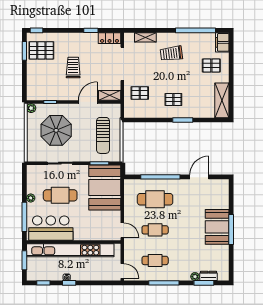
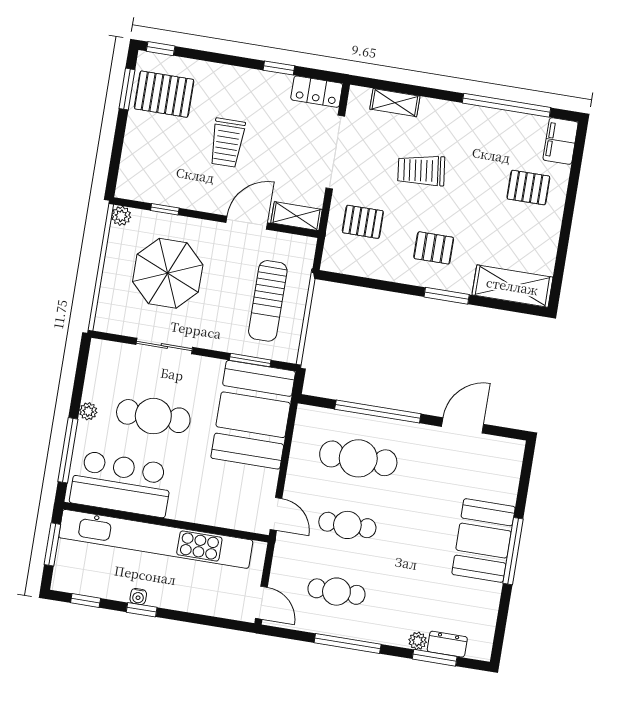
trolley: (171, 53) -> (421, 171), moved
trolley: (73, 68) -> (227, 143), turned 180
shelving: (222, 100) -> (512, 286), moved, turned 90

